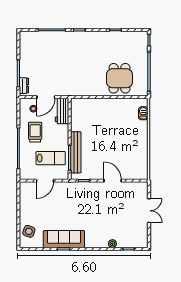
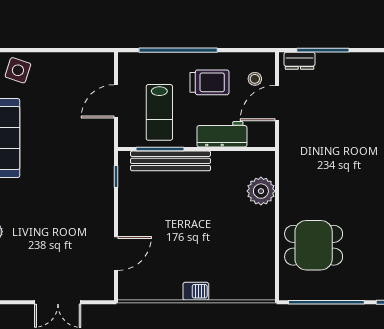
door: (46, 97) -> (277, 103), hinge flipped
plant: (91, 105) -> (261, 191), added
workbench: (62, 111) -> (222, 134), moved
barbecue: (143, 113) -> (196, 291), moved
door: (45, 181) -> (116, 101), hinge flipped
door: (113, 181) -> (116, 253), moved

